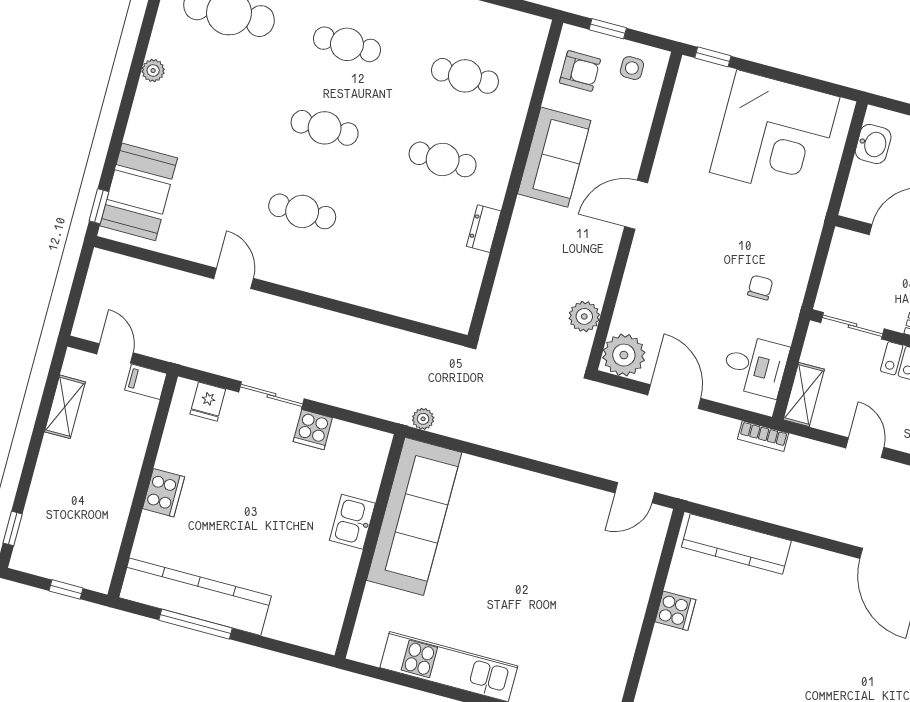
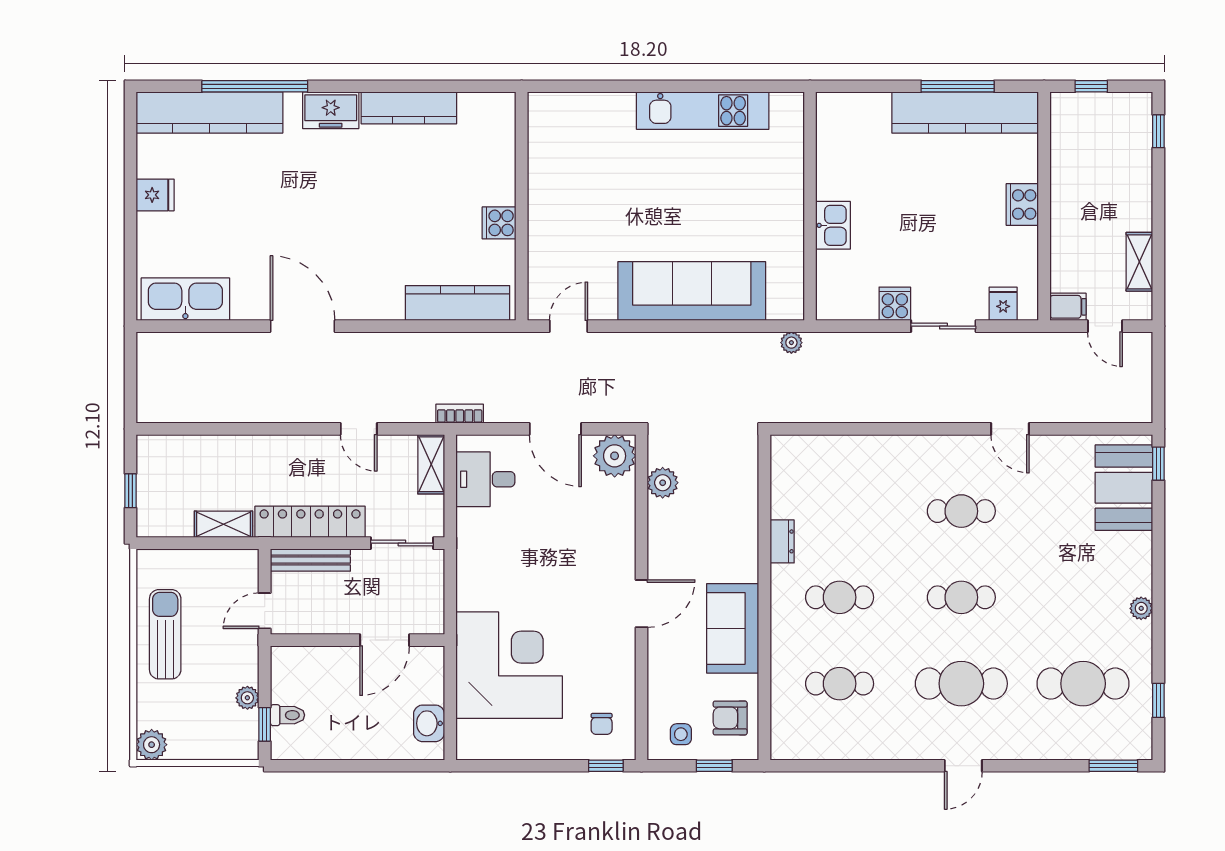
cafe table: (347, 44) -> (961, 684), width x1.37, depth x1.35
corner desk: (775, 135) -> (509, 665), moved, turned 90
chair: (760, 288) -> (602, 724), moved
sofa: (414, 516) -> (692, 291), moved, turned 90

